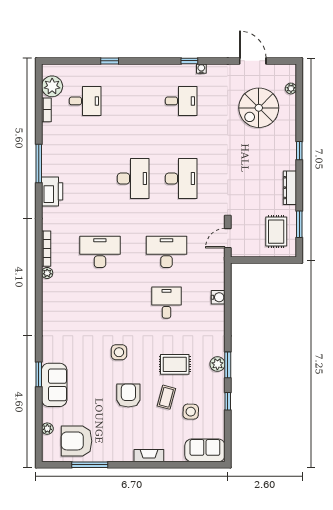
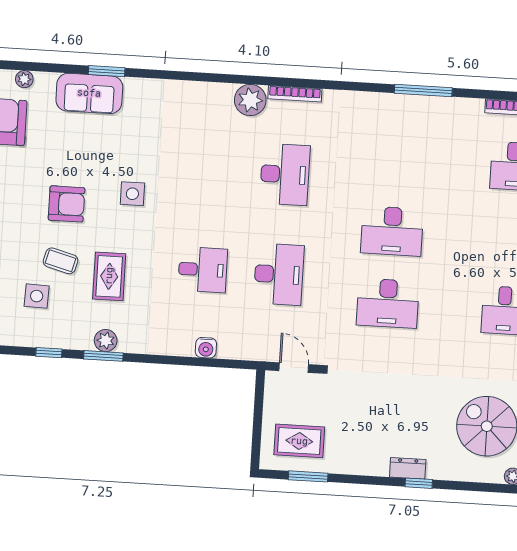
dresser: (290, 188) -> (408, 468), moved, width x0.70
printer: (52, 191) -> (380, 108), removed
plant: (47, 273) -> (250, 100), width x1.88, depth x1.88

